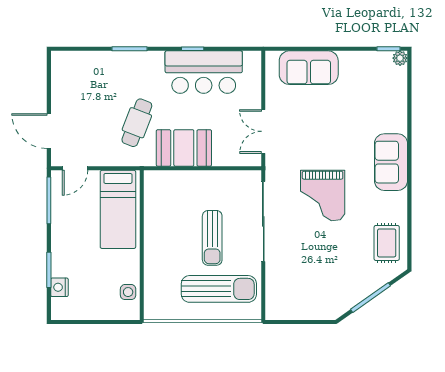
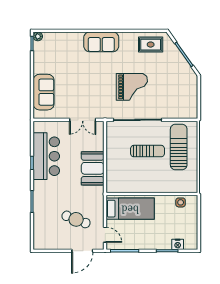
cafe table: (137, 123) -> (76, 219), moved
grand piano: (323, 196) -> (132, 87), moved

